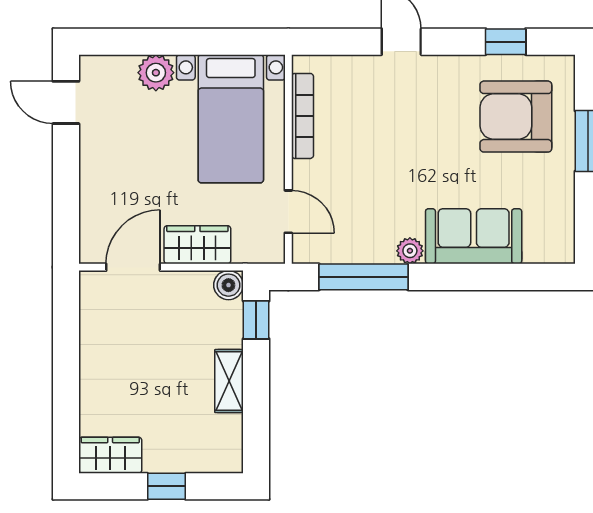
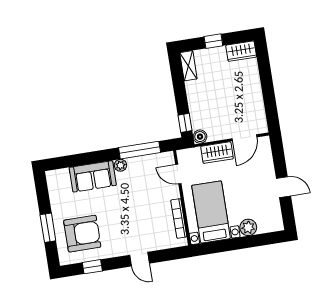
door: (66, 102) -> (283, 187), moved
shelving: (229, 381) -> (188, 66), moved

